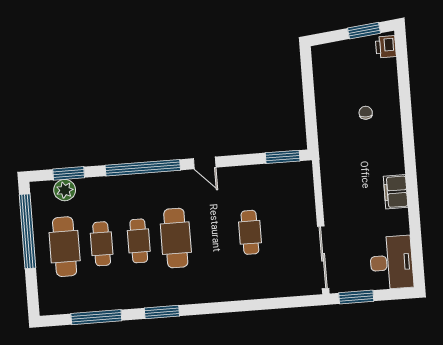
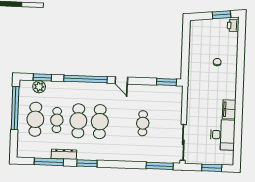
cafe table: (139, 241) -> (78, 121), width x1.37, depth x1.35
desk: (391, 263) -> (223, 135), moved
window: (356, 297) -> (212, 168), moved
dresser: (121, 301) -> (64, 154), added
window: (287, 302) -> (160, 166), added

